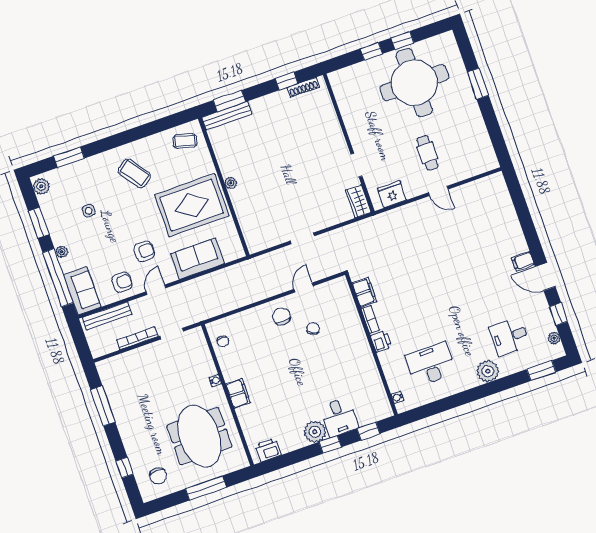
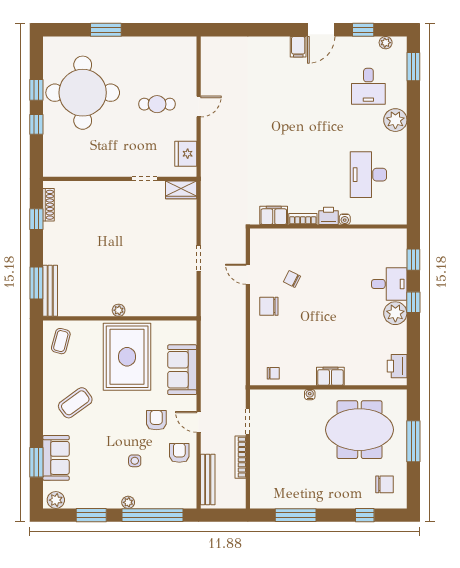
side table: (89, 211) -> (135, 461), moved
sofa: (82, 291) -> (56, 458), moved, turned 90
water cooler: (397, 397) -> (345, 219), moved

